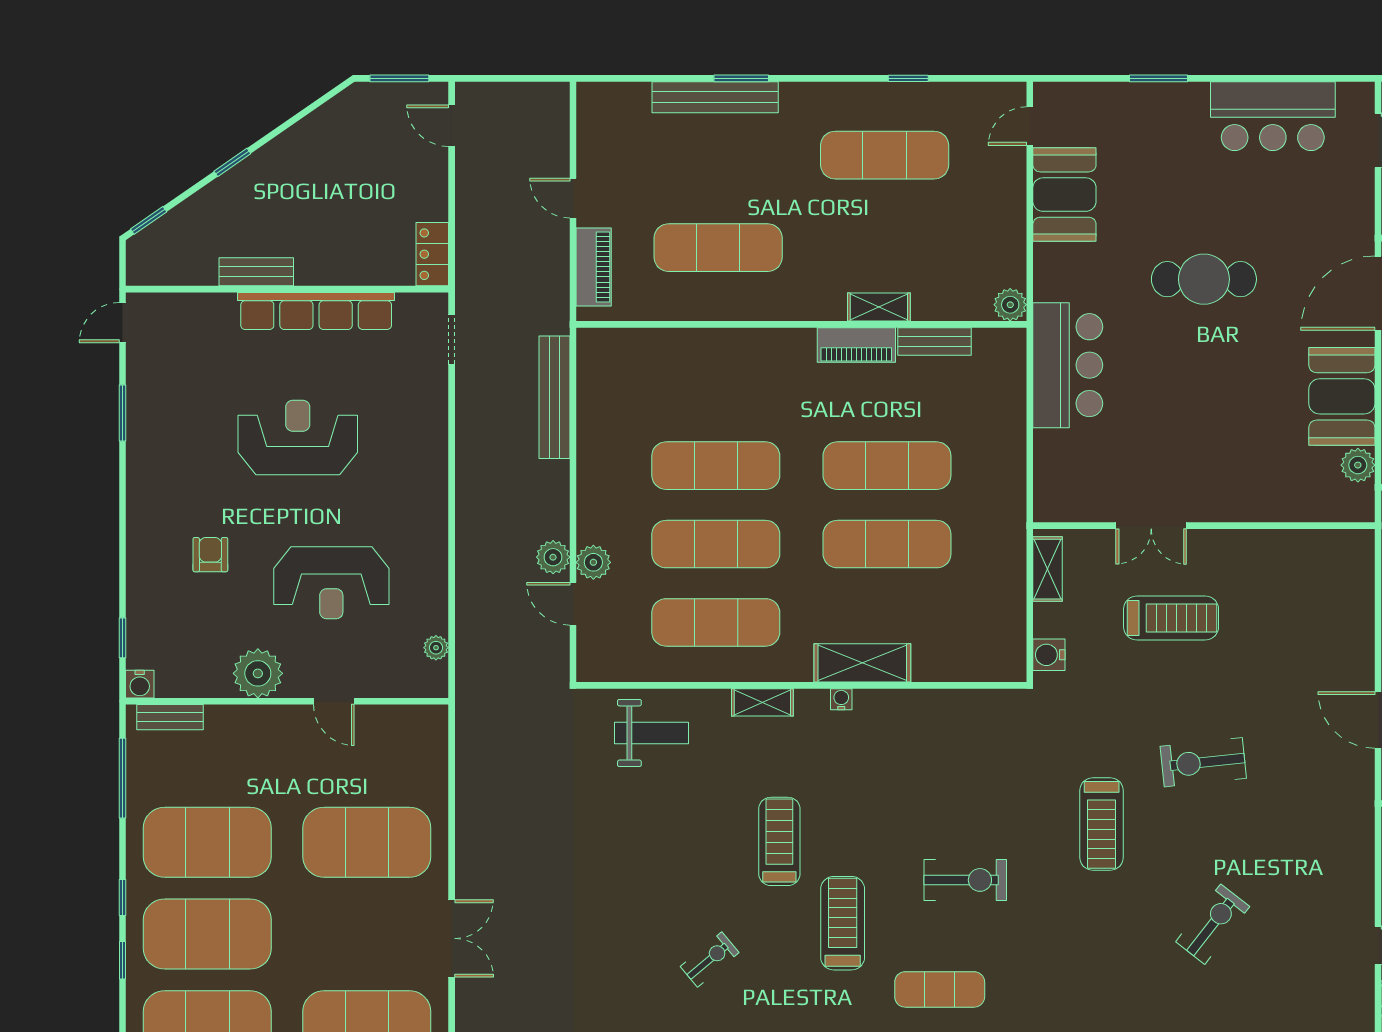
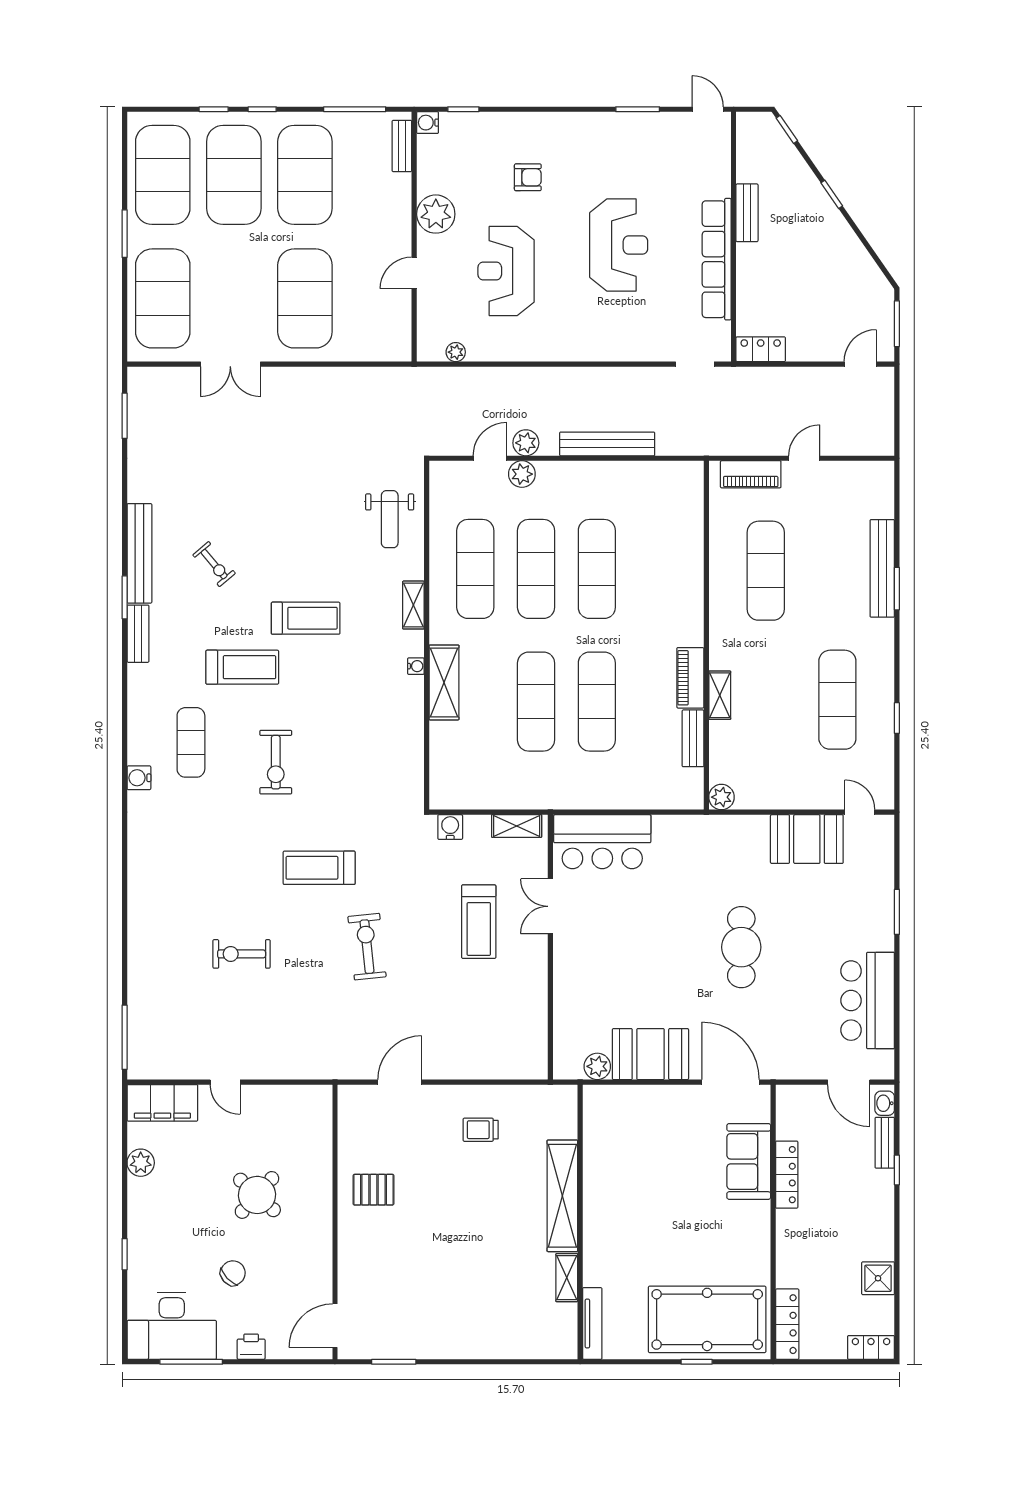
bar counter: (1068, 365) -> (602, 842), moved
bench: (554, 397) -> (607, 444), moved
exercise bike: (1213, 924) -> (242, 954), turned 142

